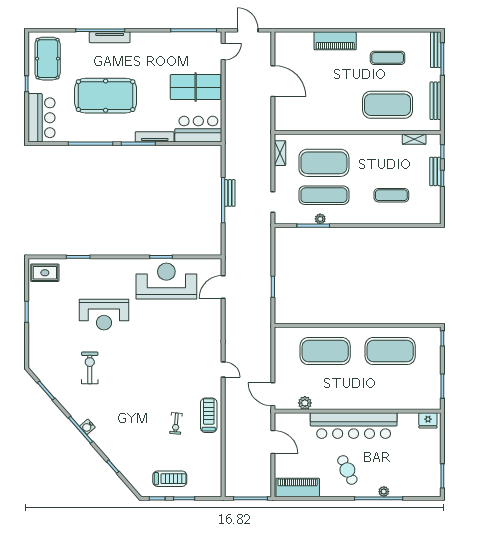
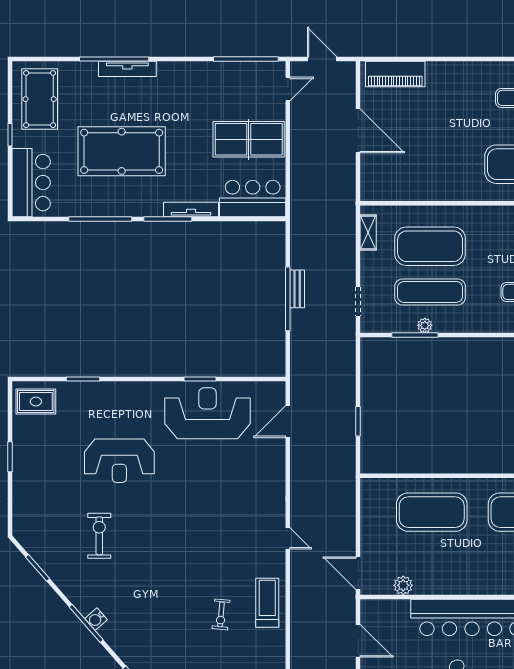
piano: (335, 41) -> (395, 74), moved

